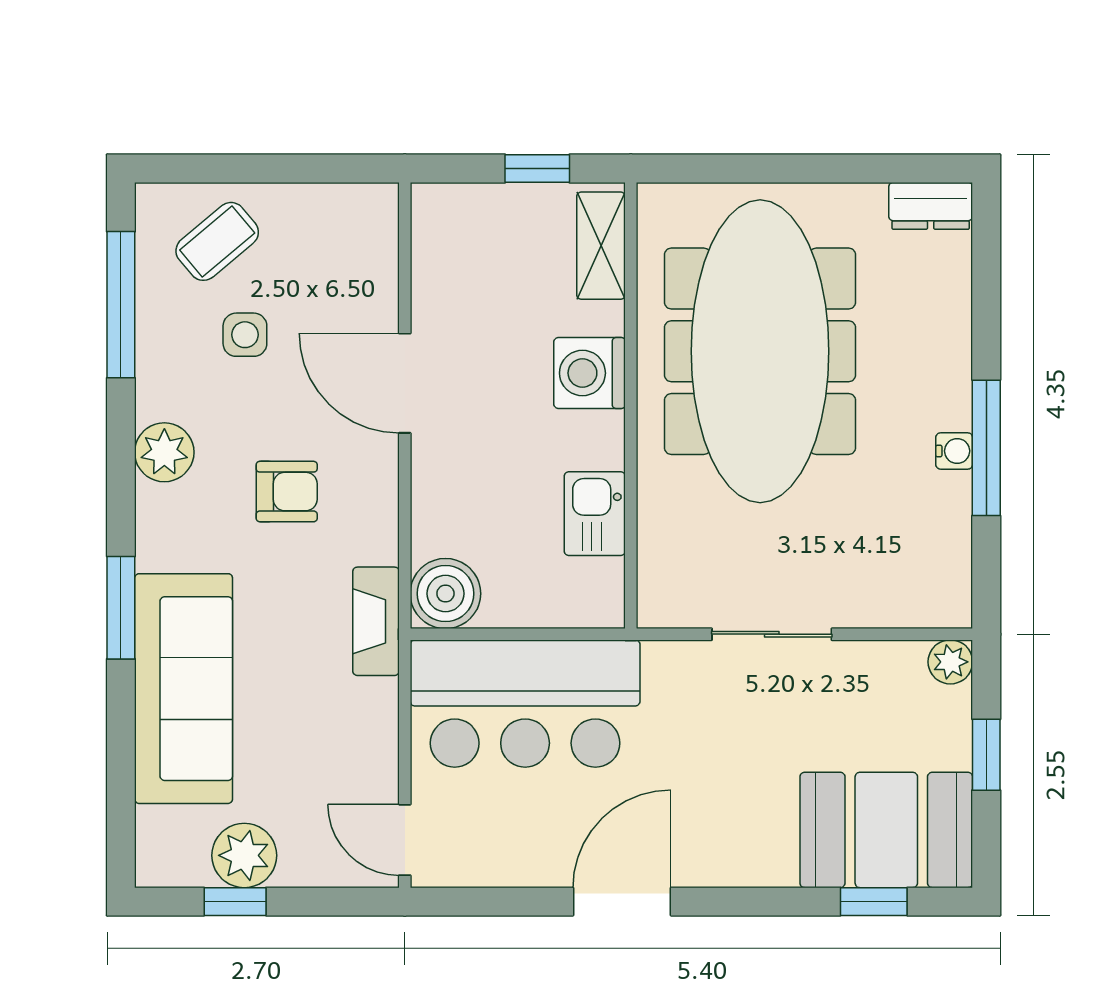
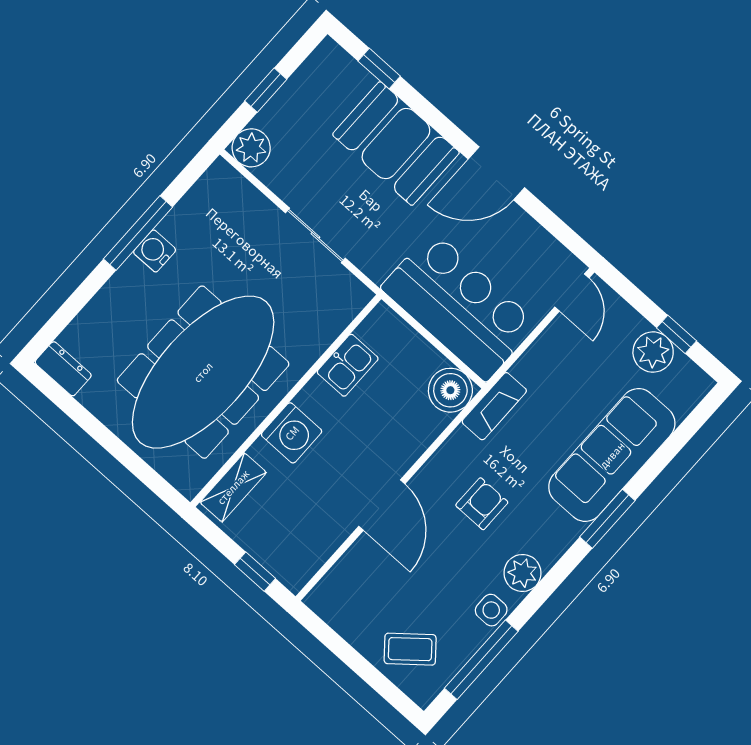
window: (537, 168) -> (255, 572), moved
side table: (245, 335) -> (491, 610), moved
water cooler: (954, 451) -> (155, 251), width x1.38, depth x1.38
armchair: (287, 492) -> (482, 504), turned 90
plant: (950, 662) -> (251, 148), width x1.38, depth x1.38
booth: (886, 830) -> (396, 144), moved

